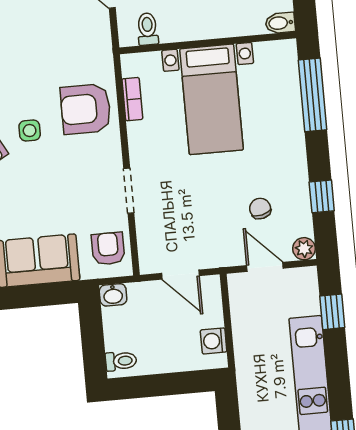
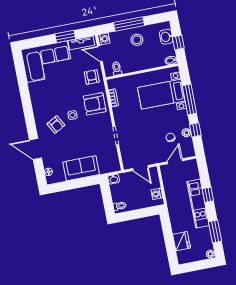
window: (312, 95) -> (189, 100), moved
bed with nightstands: (211, 99) -> (161, 94), moved, turned 90
armchair: (108, 249) -> (92, 77), moved
plant: (304, 249) -> (186, 133), moved
door: (265, 267) -> (175, 161), hinge flipped
window: (332, 312) -> (208, 195), moved

